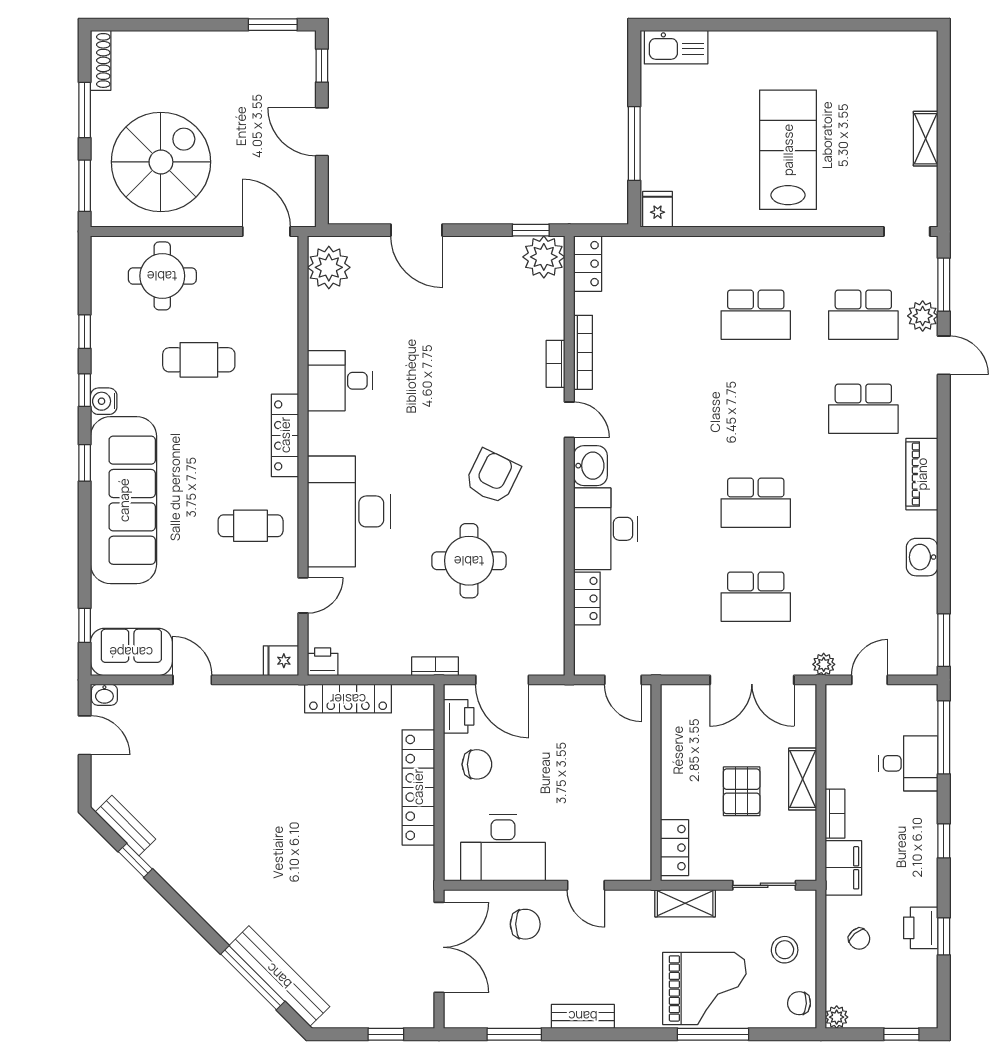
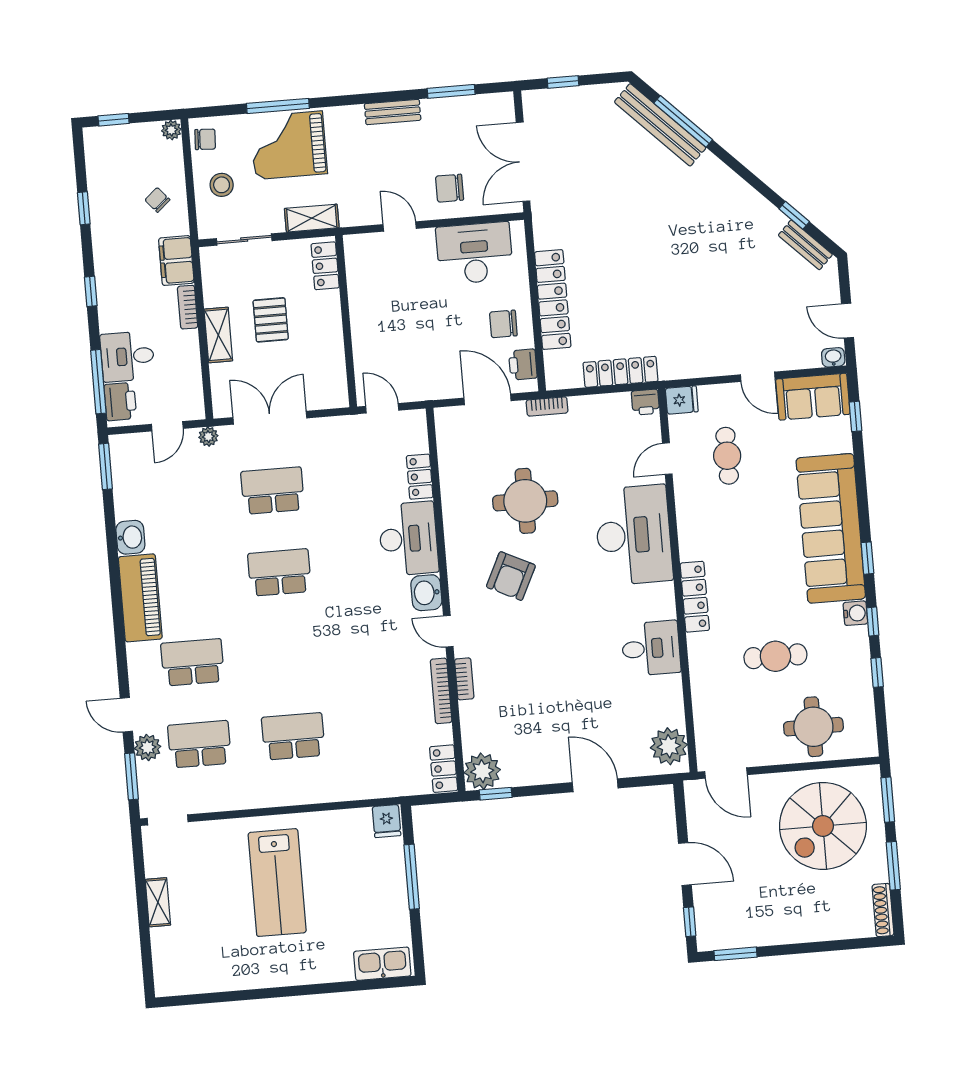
piano: (922, 474) -> (140, 598), width x1.37, depth x1.33
cafe table: (251, 526) -> (727, 456), moved, turned 90
printer: (921, 928) -> (120, 402), moved

